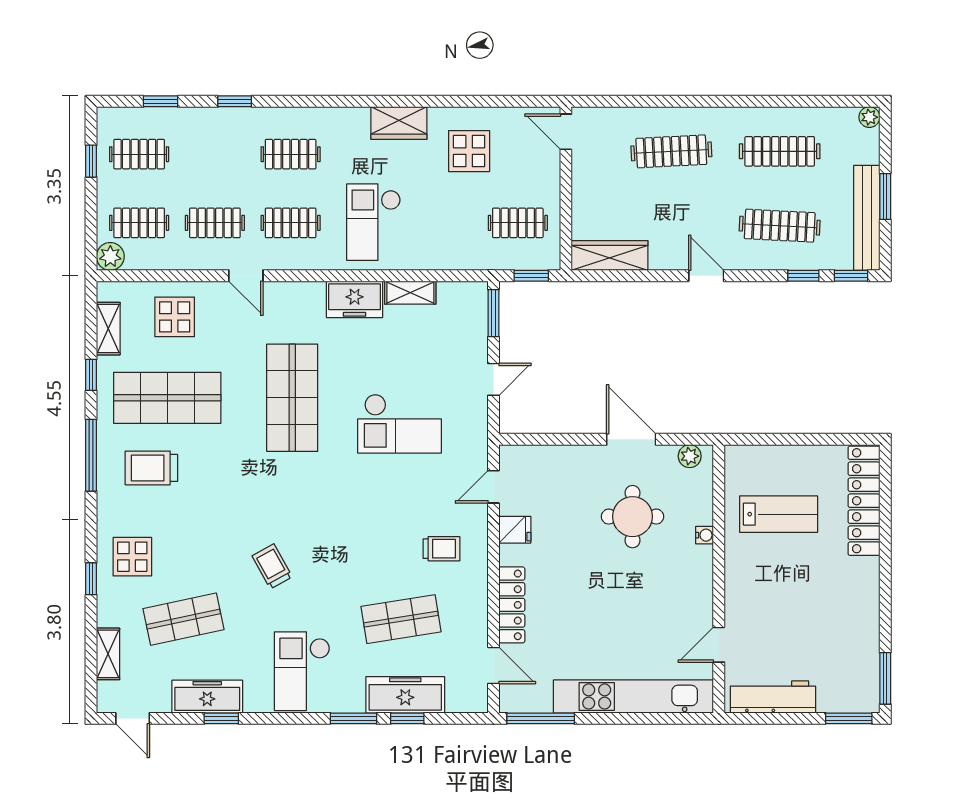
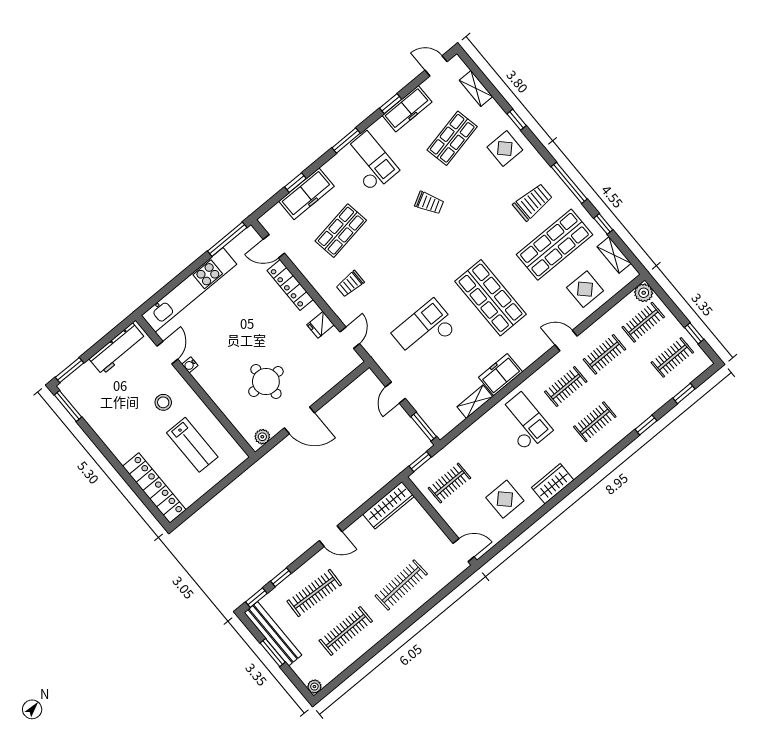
lab bench: (779, 514) -> (192, 445), turned -90
water cooler: (705, 535) -> (190, 365), moved
stool: (771, 591) -> (163, 402), added
window: (353, 718) -> (346, 141), moved

